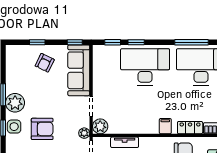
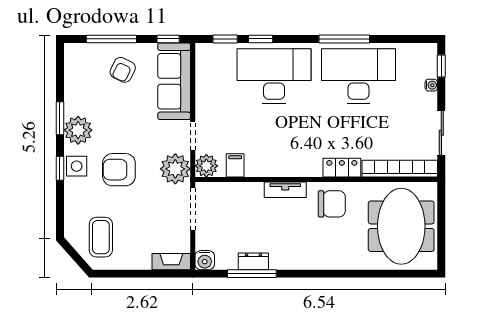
window: (37, 42) -> (111, 39), width x2.17
filing cabinet: (165, 126) -> (235, 165), moved
armchair: (42, 129) -> (119, 170), turned 180
plant: (84, 133) -> (175, 169), width x1.87, depth x1.87
tv unit: (125, 142) -> (285, 190), moved

